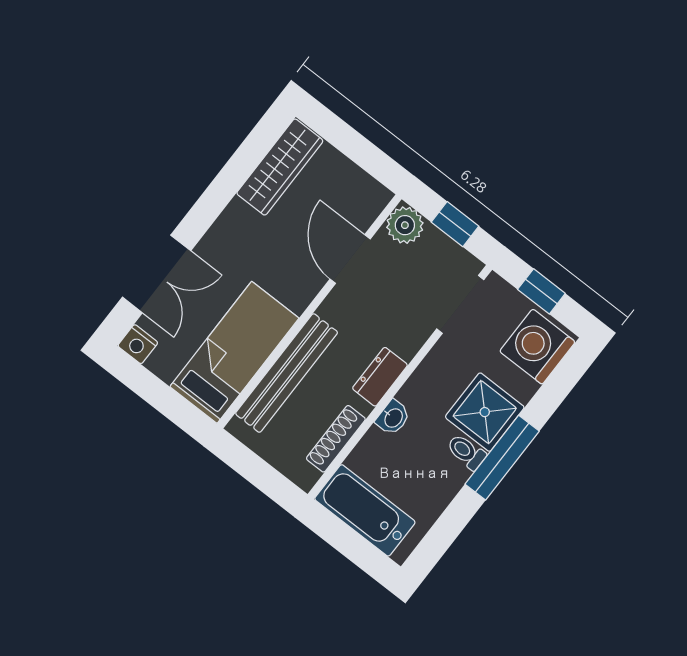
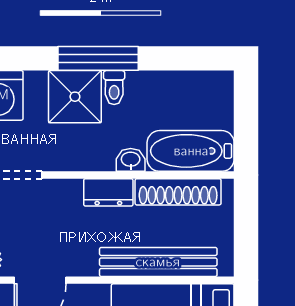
shoe rack: (336, 439) -> (178, 192), width x1.36, depth x1.24
bathtub: (365, 510) -> (191, 151), moved, turned 90

